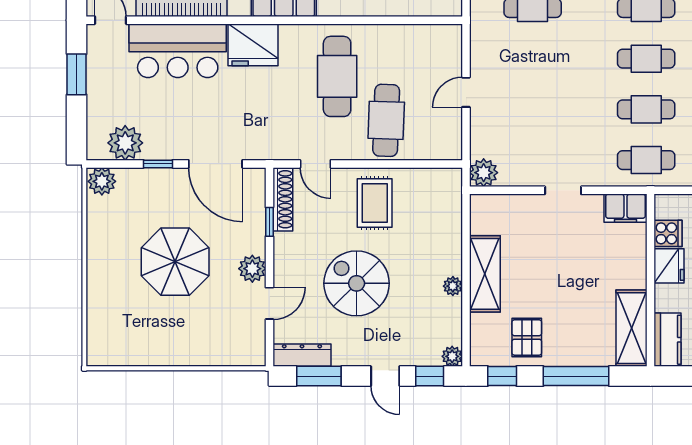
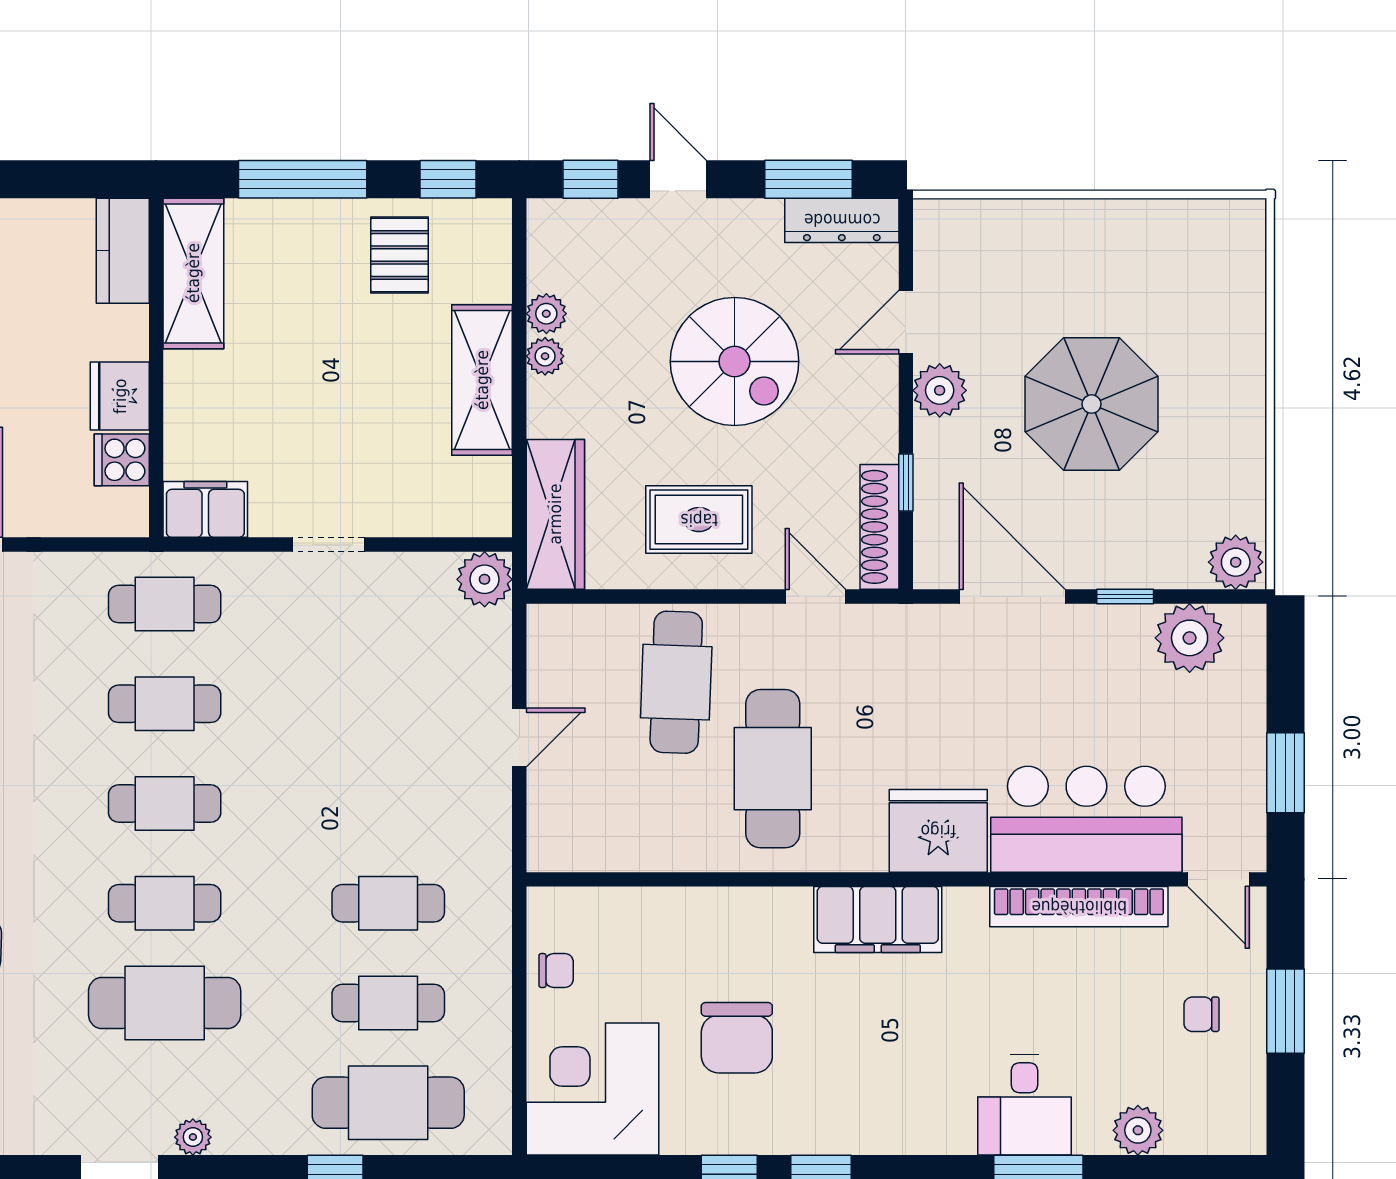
rug: (375, 203) -> (699, 520), turned 90
wardrobe: (448, 206) -> (555, 514), added
plant: (452, 356) -> (546, 314), moved

